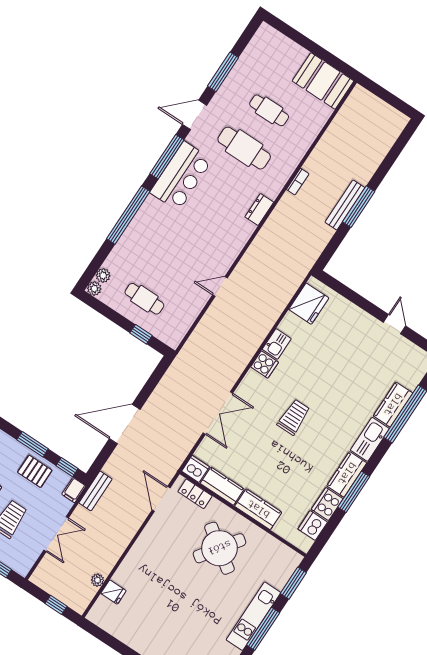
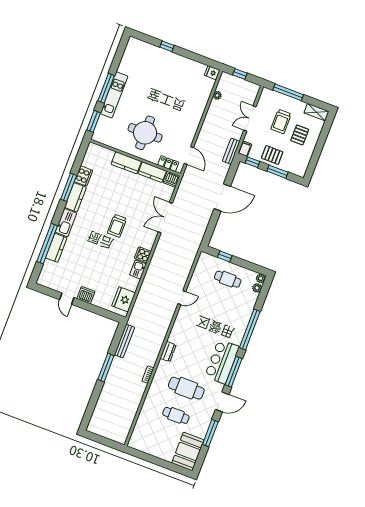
booth: (323, 81) -> (188, 452), moved, turned 90
bench: (345, 205) -> (124, 341), moved
dishwasher: (313, 526) -> (86, 295), moved, turned -90
round table: (219, 548) -> (145, 133), turned -35
fridge: (113, 592) -> (212, 73), moved

